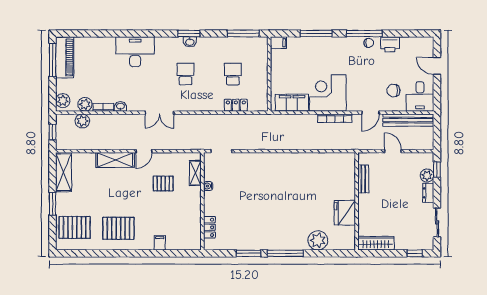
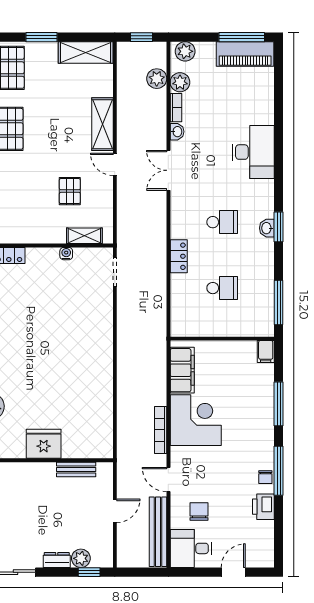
locker: (236, 105) -> (179, 256), moved
double door: (159, 113) -> (168, 170), moved
fridge: (345, 213) -> (44, 444), moved

